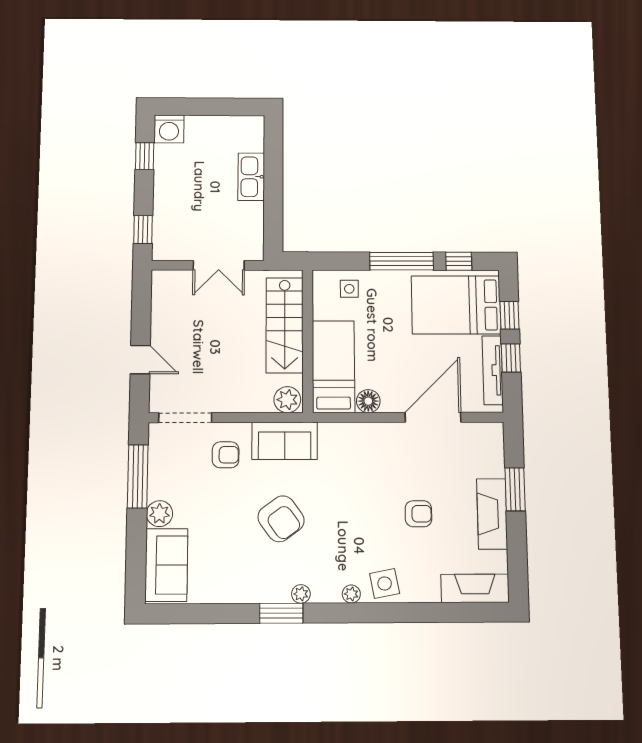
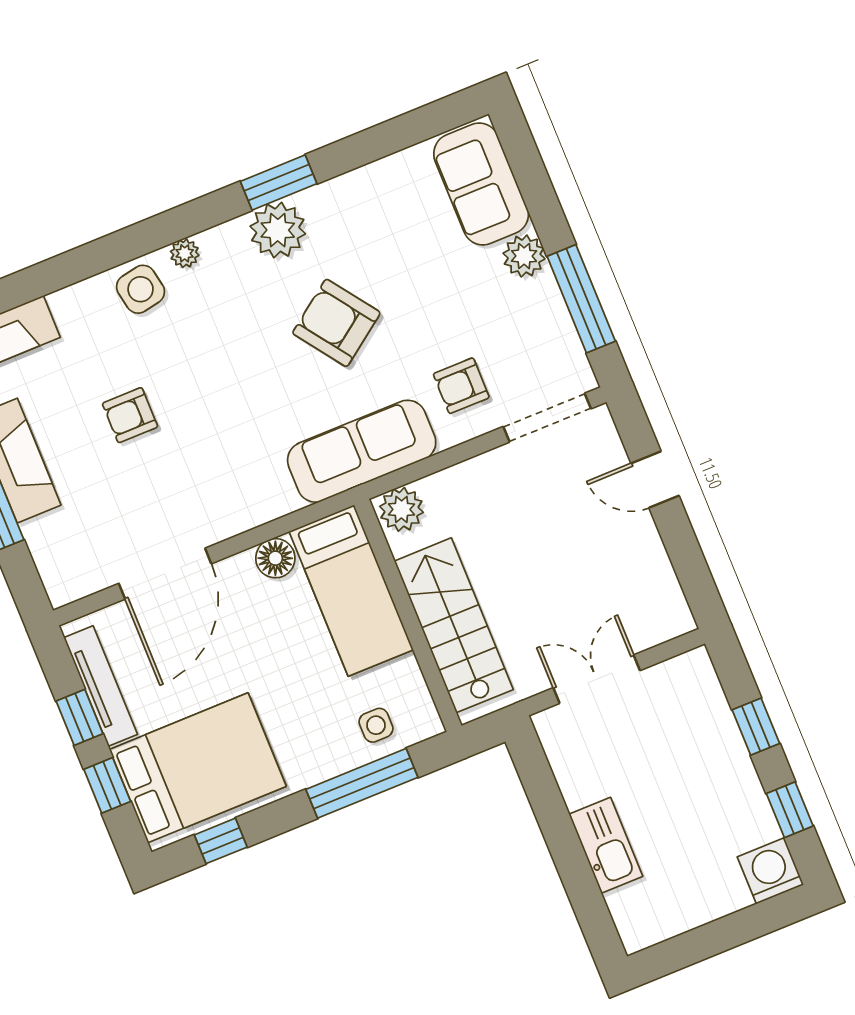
window: (143, 230) -> (756, 727), moved
window: (402, 261) -> (362, 783), moved
sofa: (285, 441) -> (362, 451), width x1.36
plant: (301, 594) -> (278, 230), width x1.87, depth x1.87

